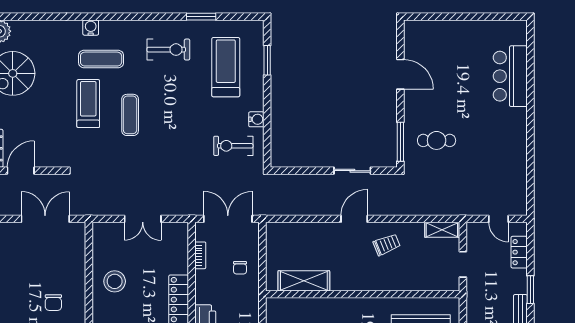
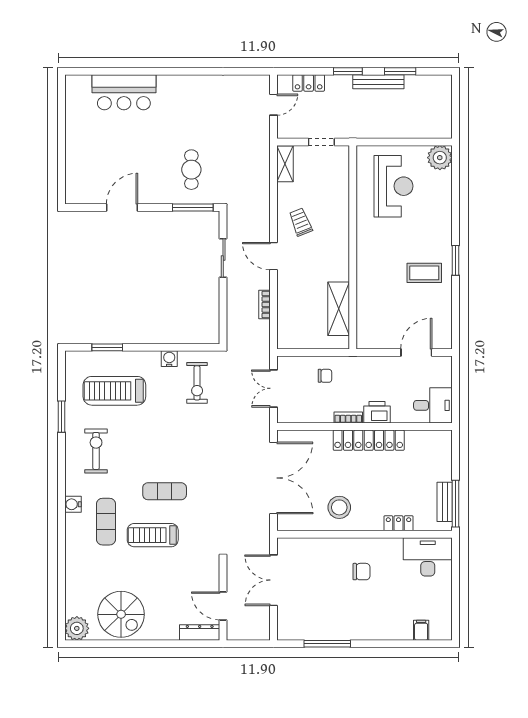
water cooler: (91, 28) -> (73, 504), moved
bookcase: (308, 210) -> (265, 304), added
double door: (143, 219) -> (274, 478), width x1.87
double door: (228, 219) -> (274, 388), width x0.73
bookcase: (200, 255) -> (348, 417), moved

